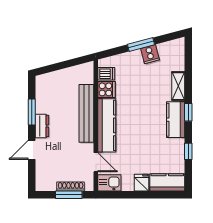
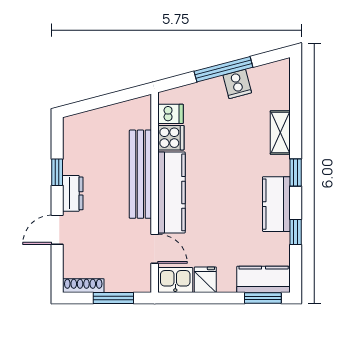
window: (141, 45) -> (223, 69), width x1.44
window: (32, 112) -> (57, 172), width x0.67
kitchen counter: (176, 120) -> (276, 204), moved
fridge: (142, 183) -> (205, 280), moved
shoe rack: (71, 187) -> (83, 286), moved
window: (167, 195) -> (263, 298), added

